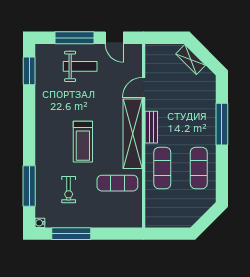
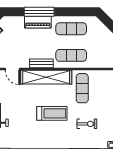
piano: (208, 122) -> (38, 22), added

